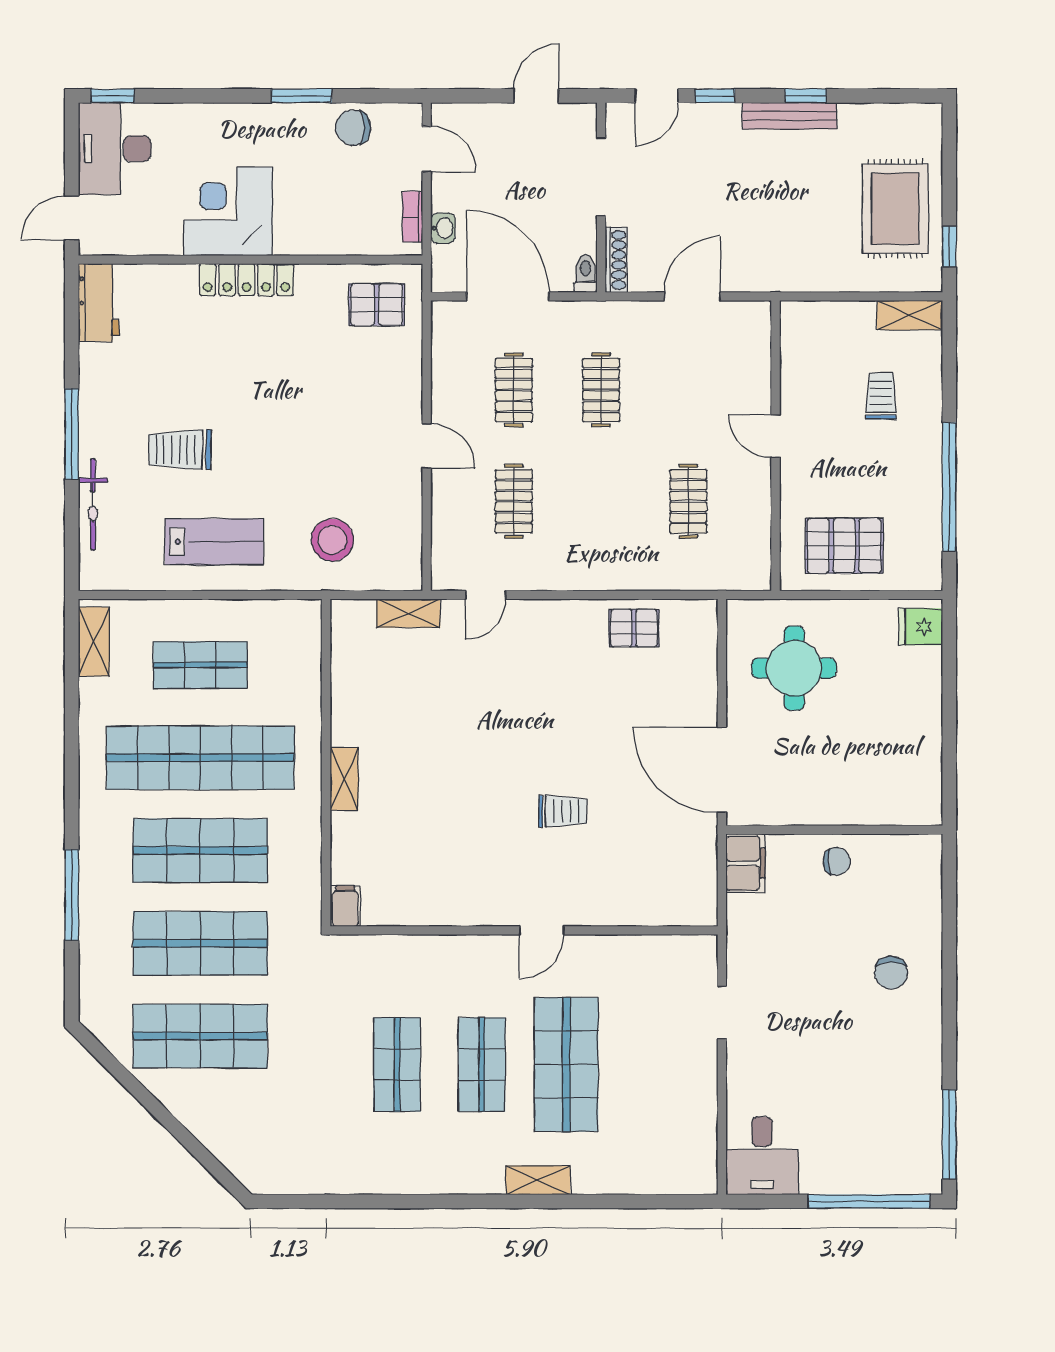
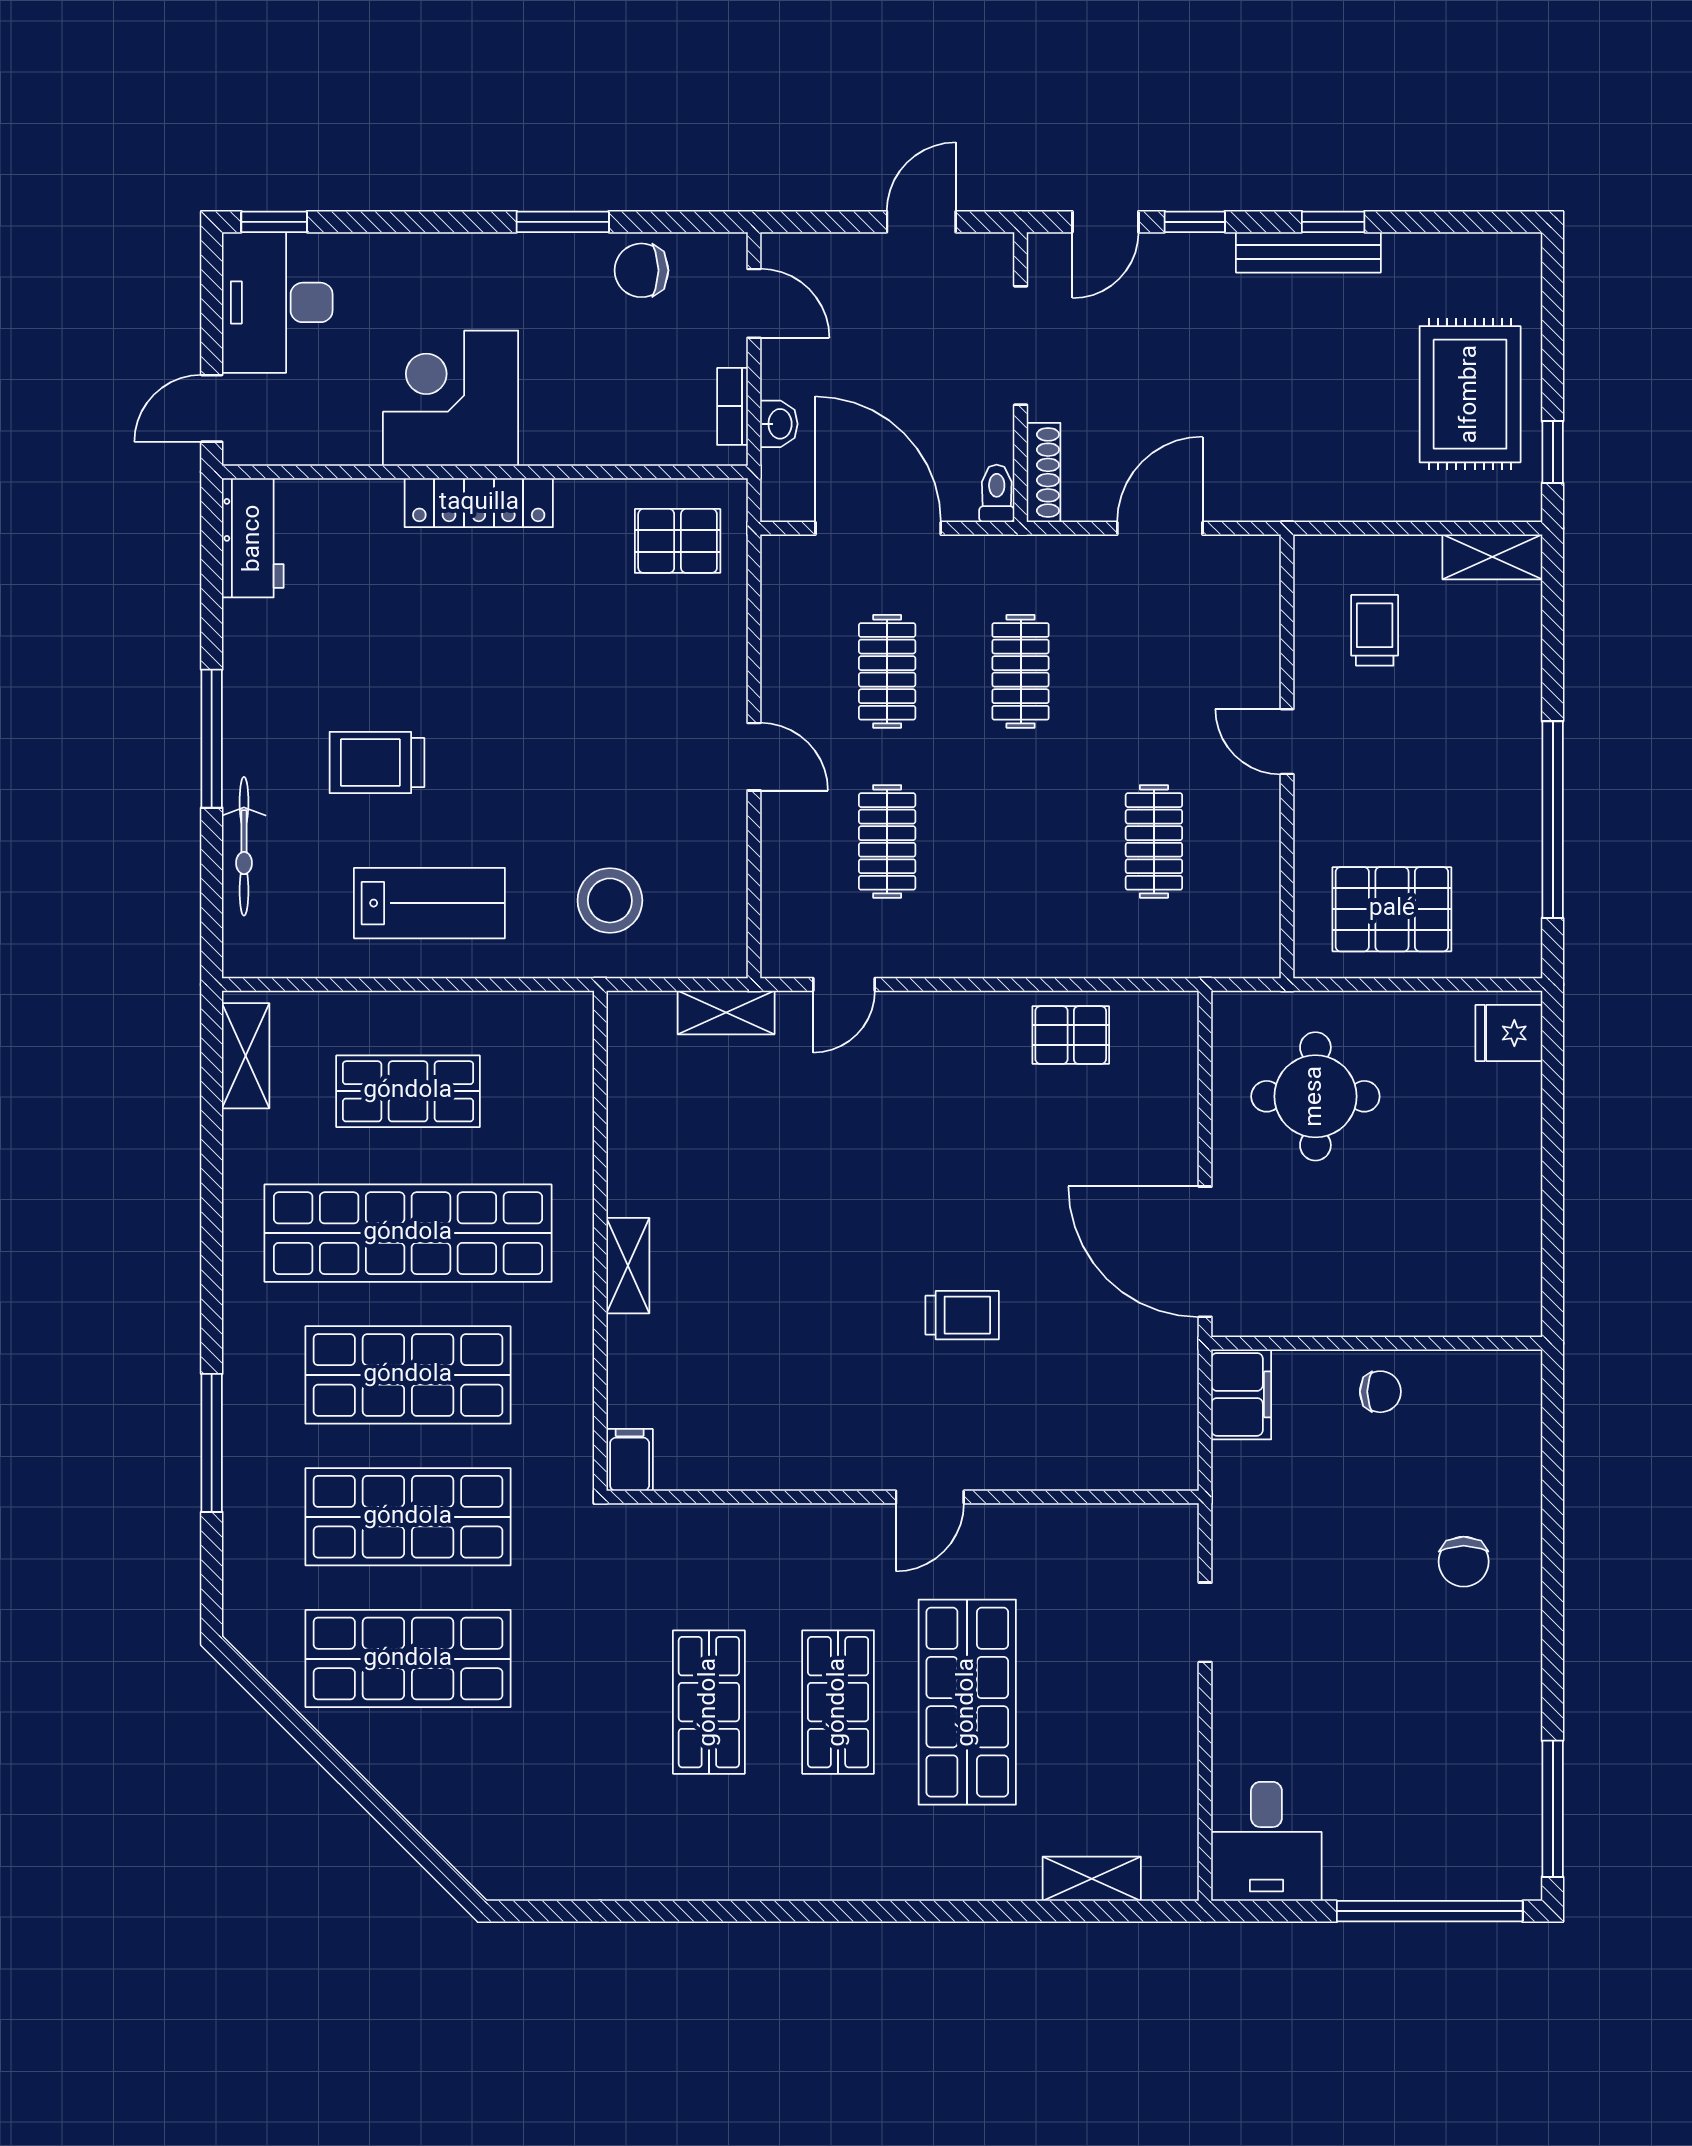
trolley: (881, 396) -> (1375, 630), moved
shelving: (538, 1180) -> (1092, 1879), moved

